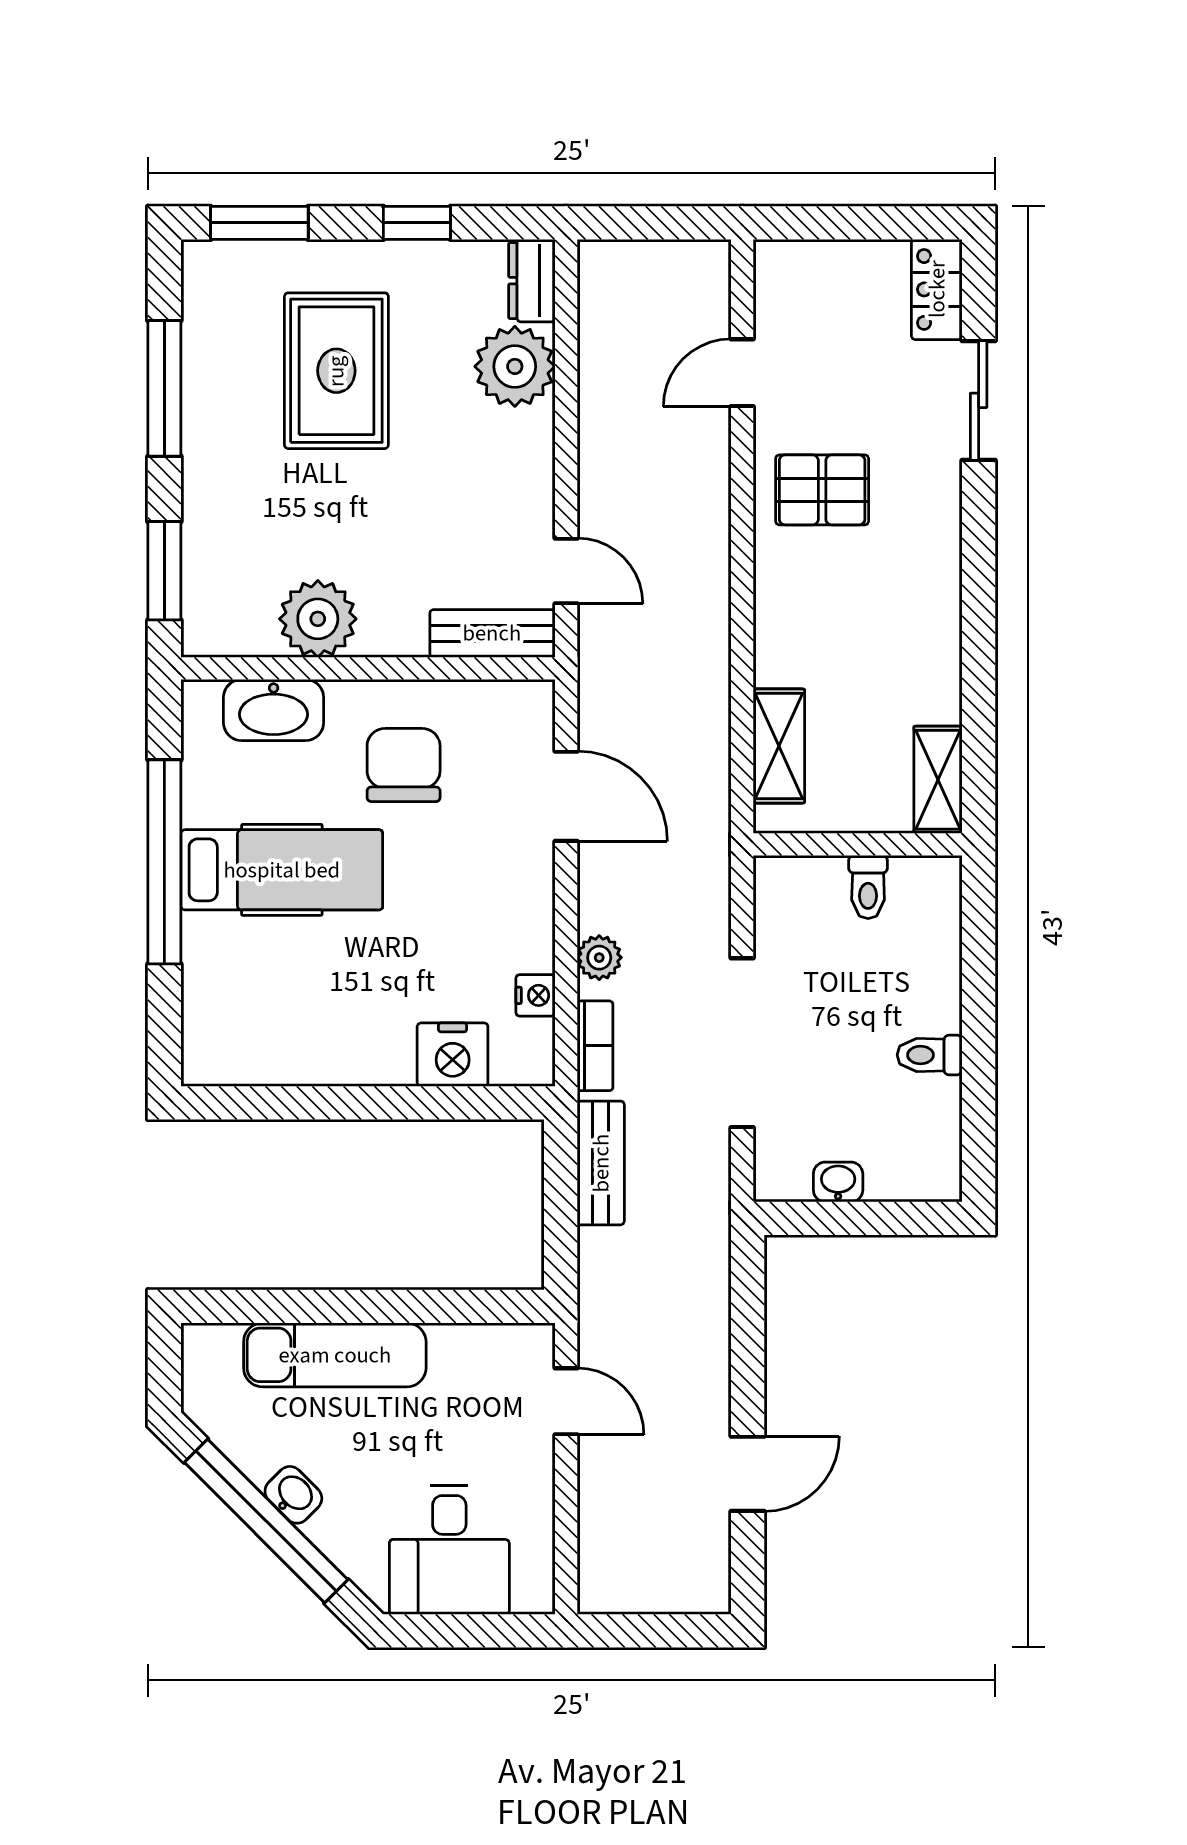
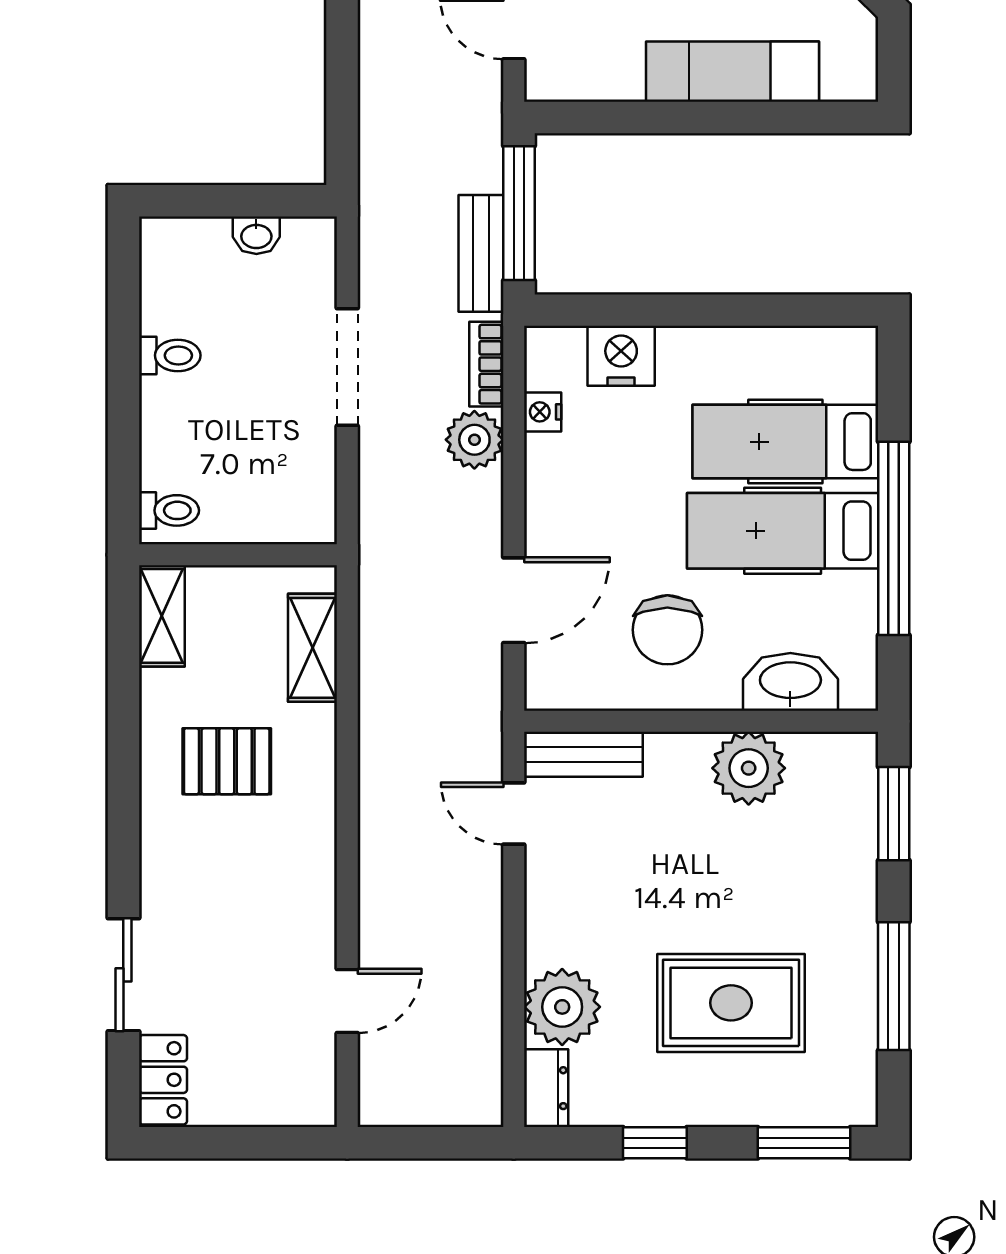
rug: (336, 371) -> (731, 1003), turned 90
pallet: (822, 490) -> (227, 761), moved
door: (566, 796) -> (514, 600), swing flipped
toilet: (868, 887) -> (169, 510), moved, turned 90
plant: (599, 958) -> (474, 440), width x1.38, depth x1.38
hospital bed: (279, 964) -> (785, 442), added
doorway: (742, 1043) -> (347, 367), width x0.73
window: (561, 1205) -> (519, 213), added

